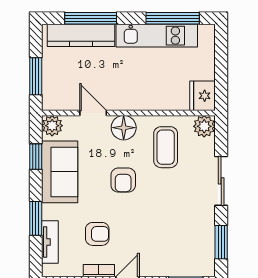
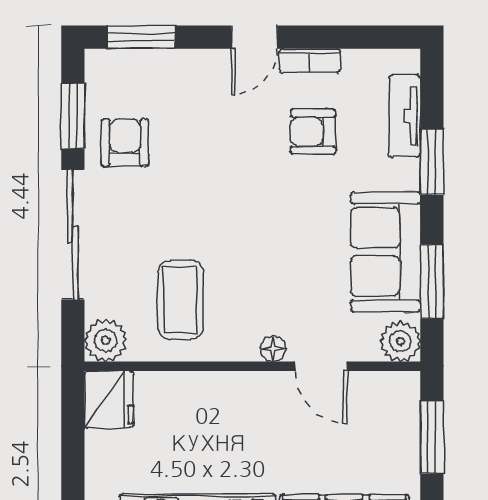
floor lamp: (124, 128) -> (273, 349), width x0.53, depth x0.53
window: (36, 157) -> (432, 281), width x1.50
armchair: (123, 180) -> (125, 143), moved
sliding door: (221, 181) -> (73, 235), width x1.37

